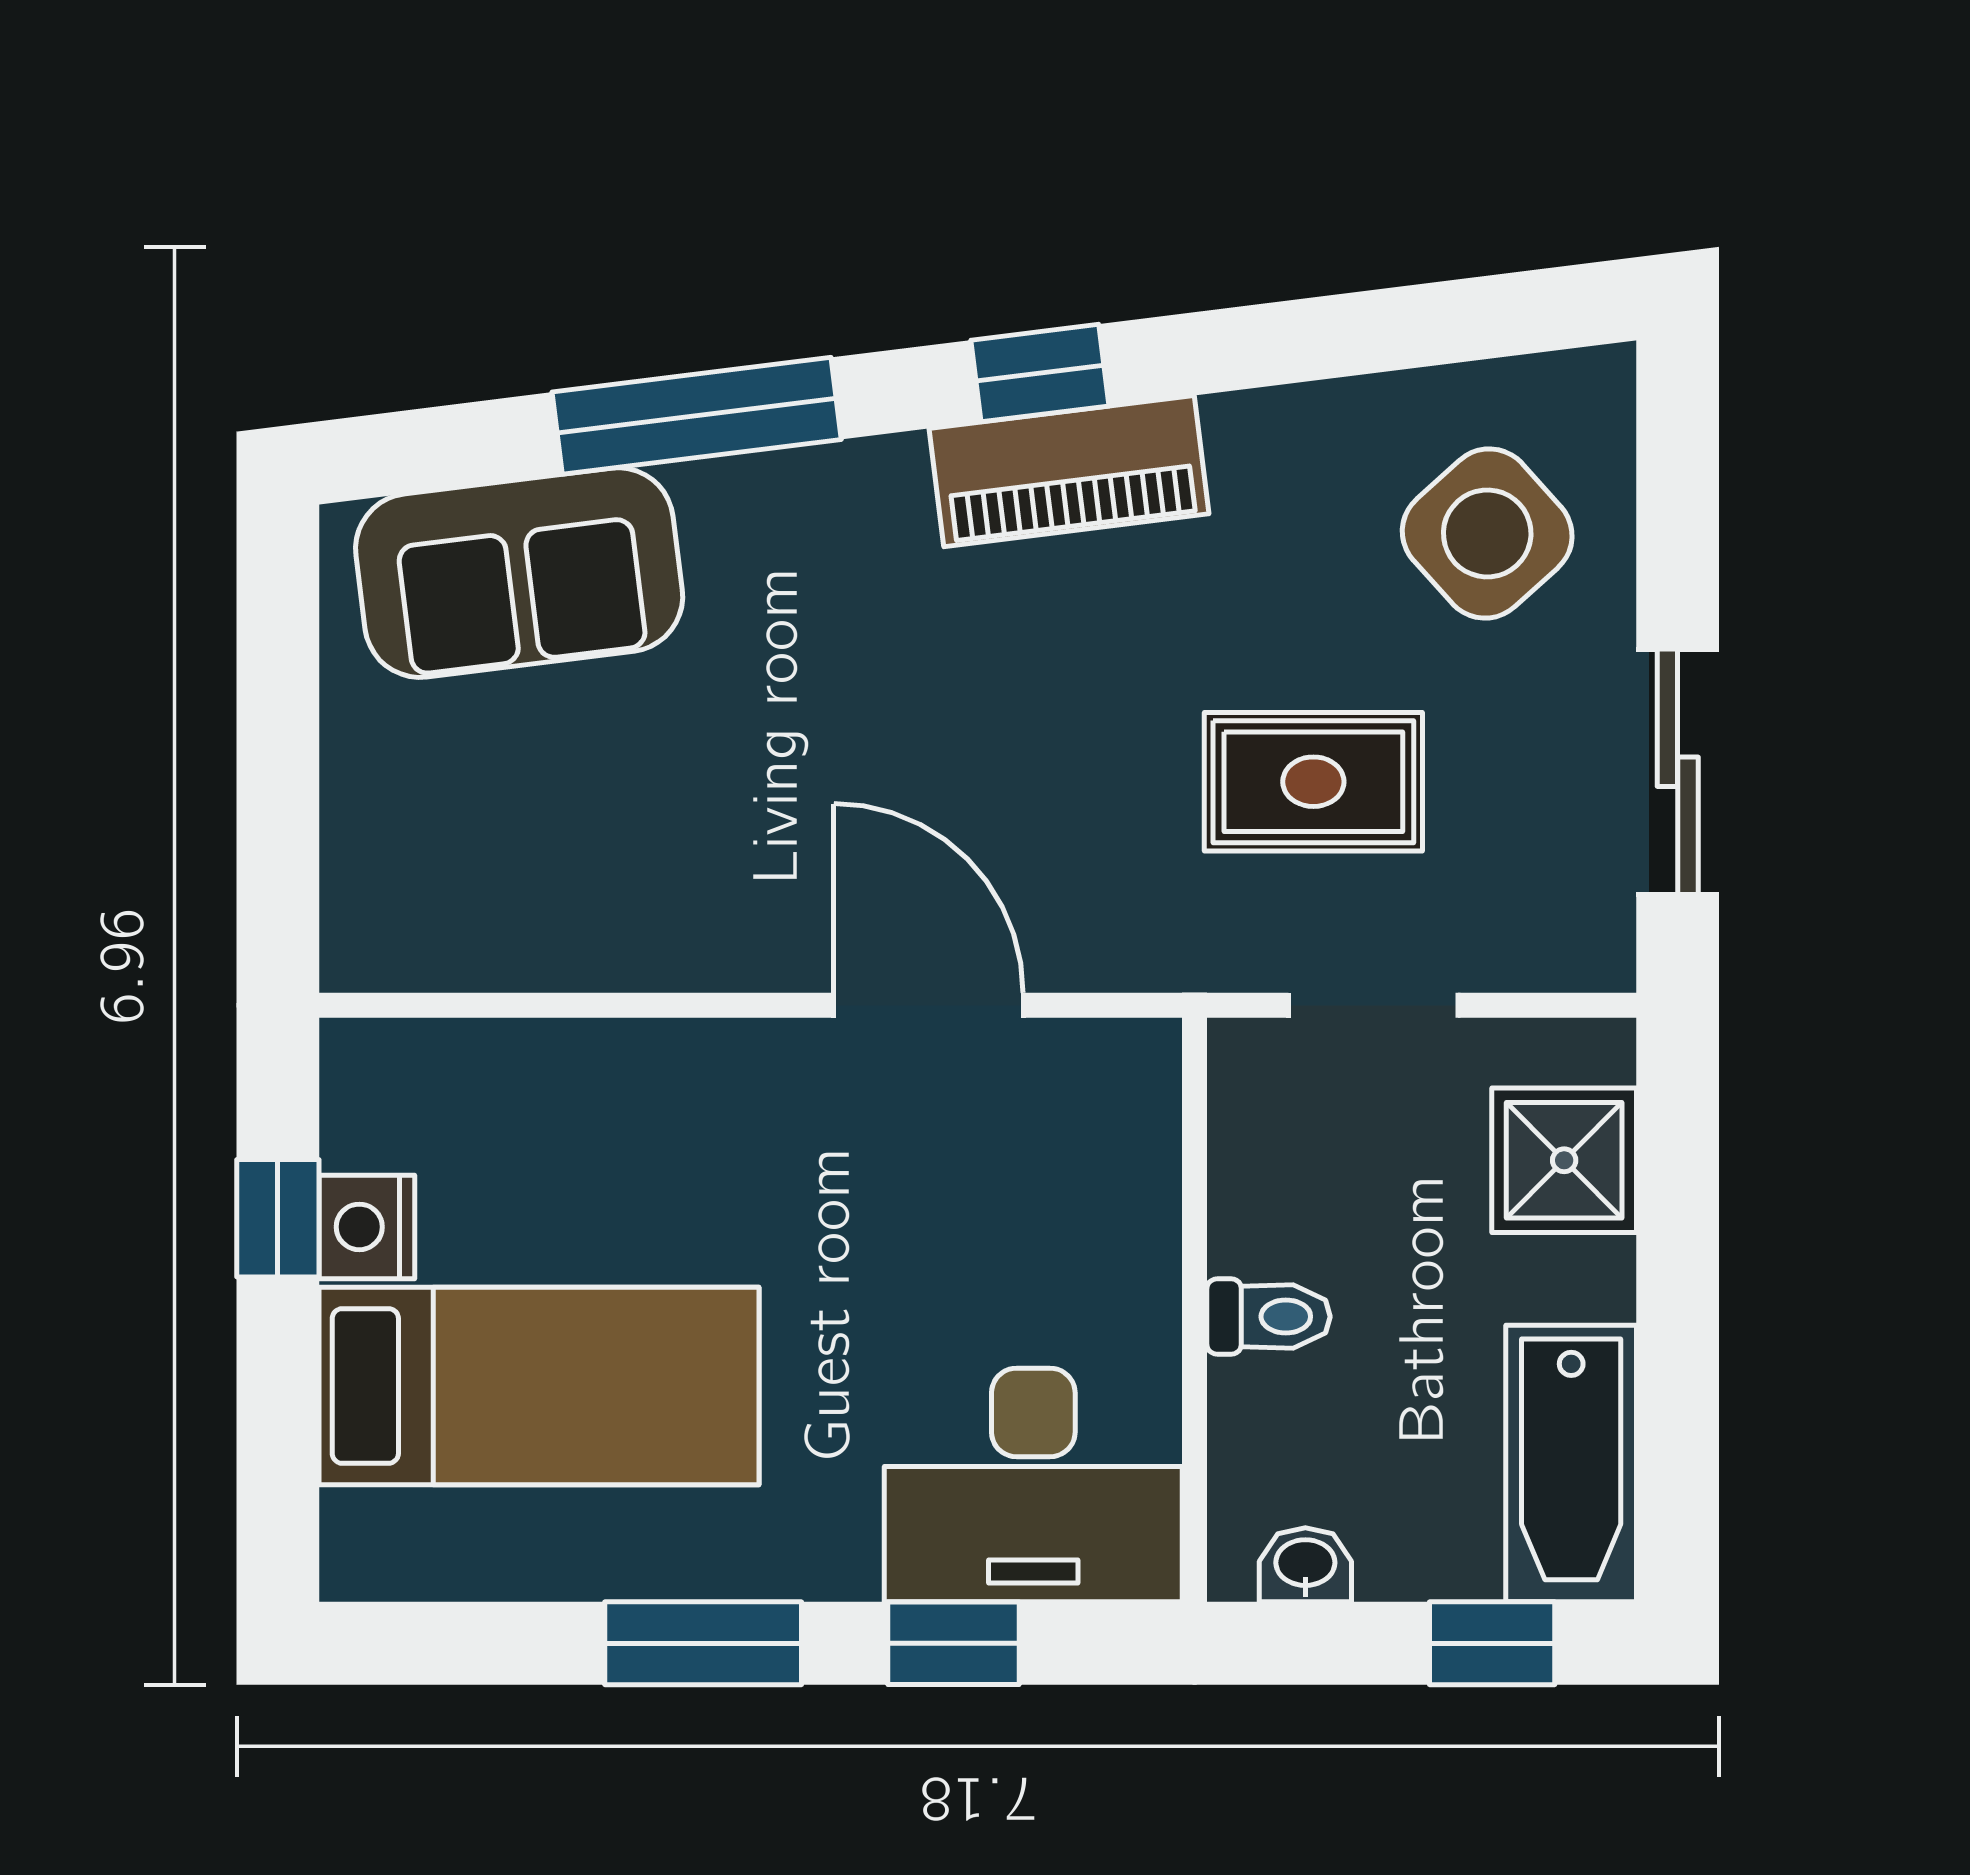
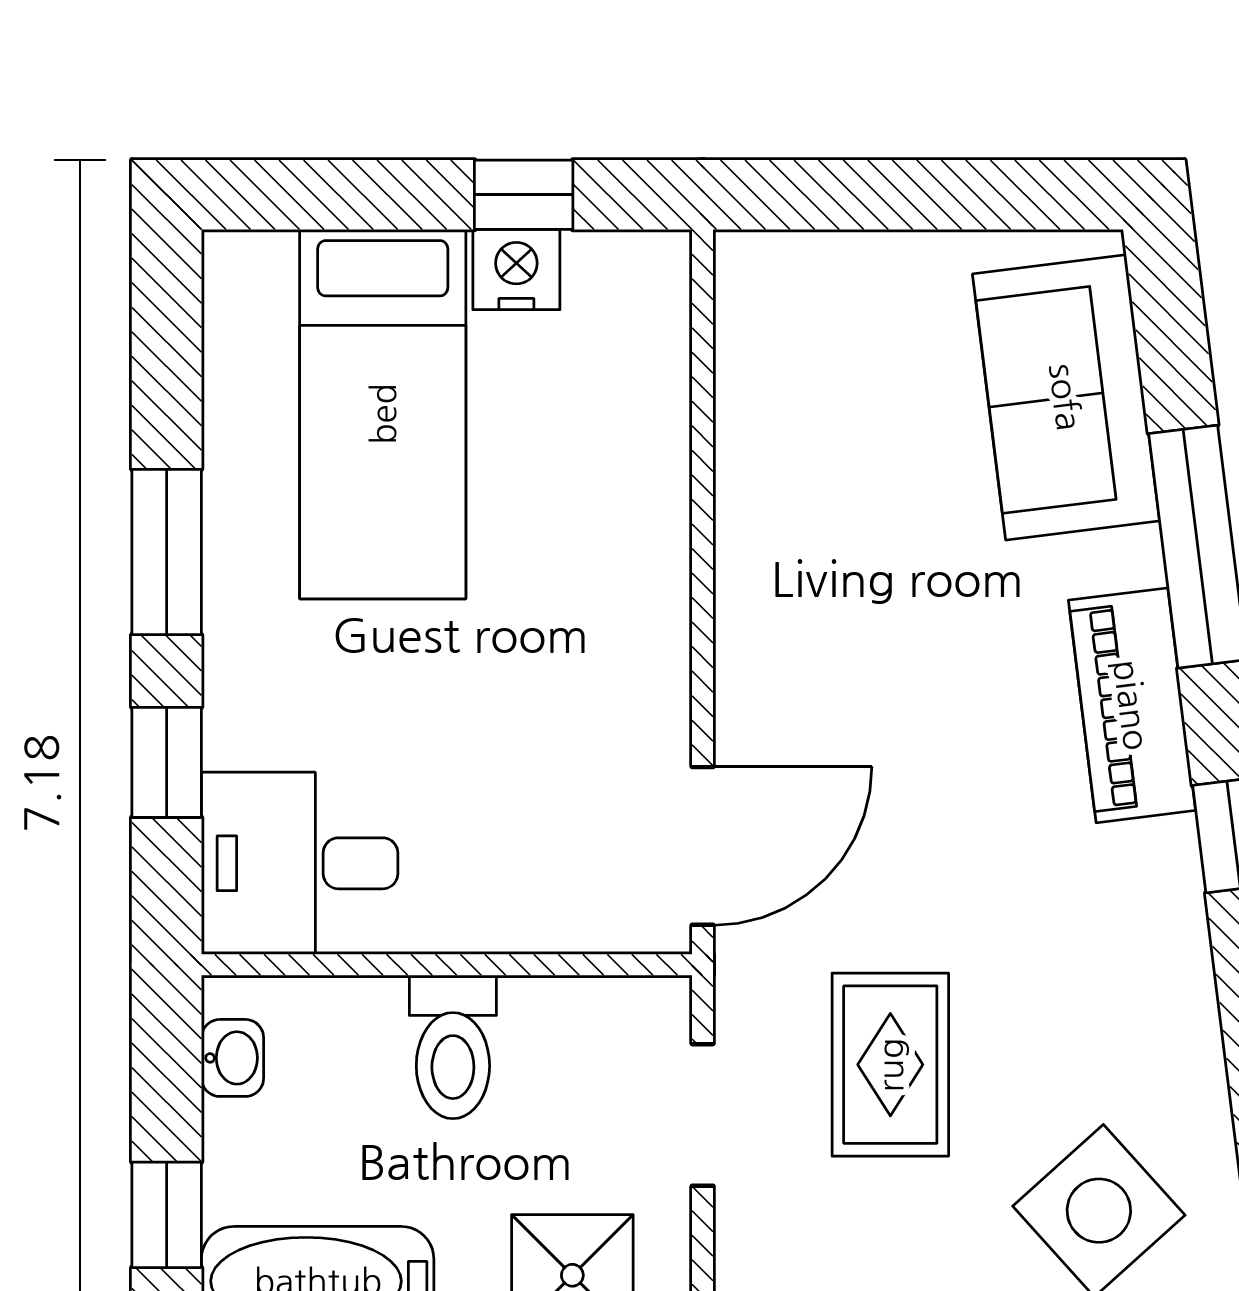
piano: (1069, 471) -> (1132, 705), moved
door: (928, 1005) -> (703, 846), moved
toilet: (1269, 1317) -> (453, 1047), width x1.37, depth x1.39
desk: (1033, 1485) -> (300, 863), width x0.73

